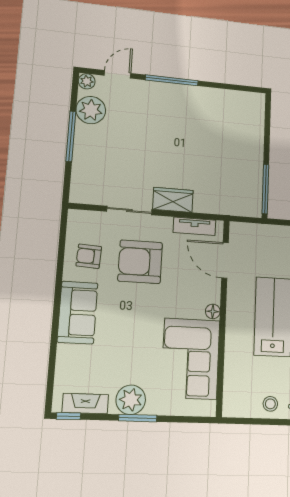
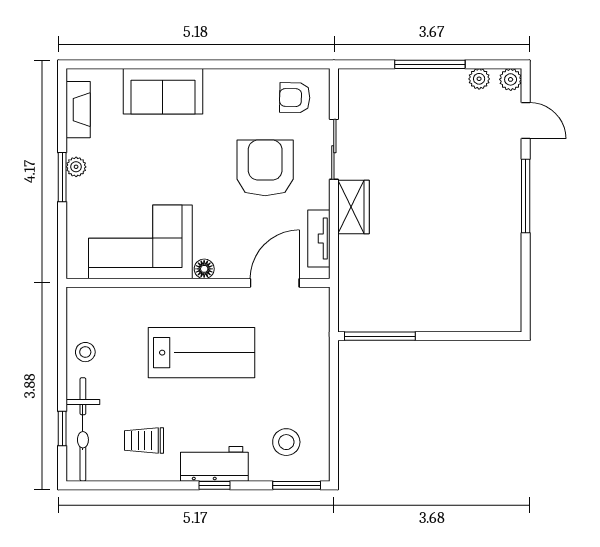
plant: (91, 110) -> (479, 79), width x0.53, depth x0.53
armchair: (89, 256) -> (295, 98), moved, turned -92
sofa: (78, 312) -> (163, 91), moved
plant: (131, 400) -> (76, 167), width x0.53, depth x0.53
window: (69, 416) -> (62, 90), removed

